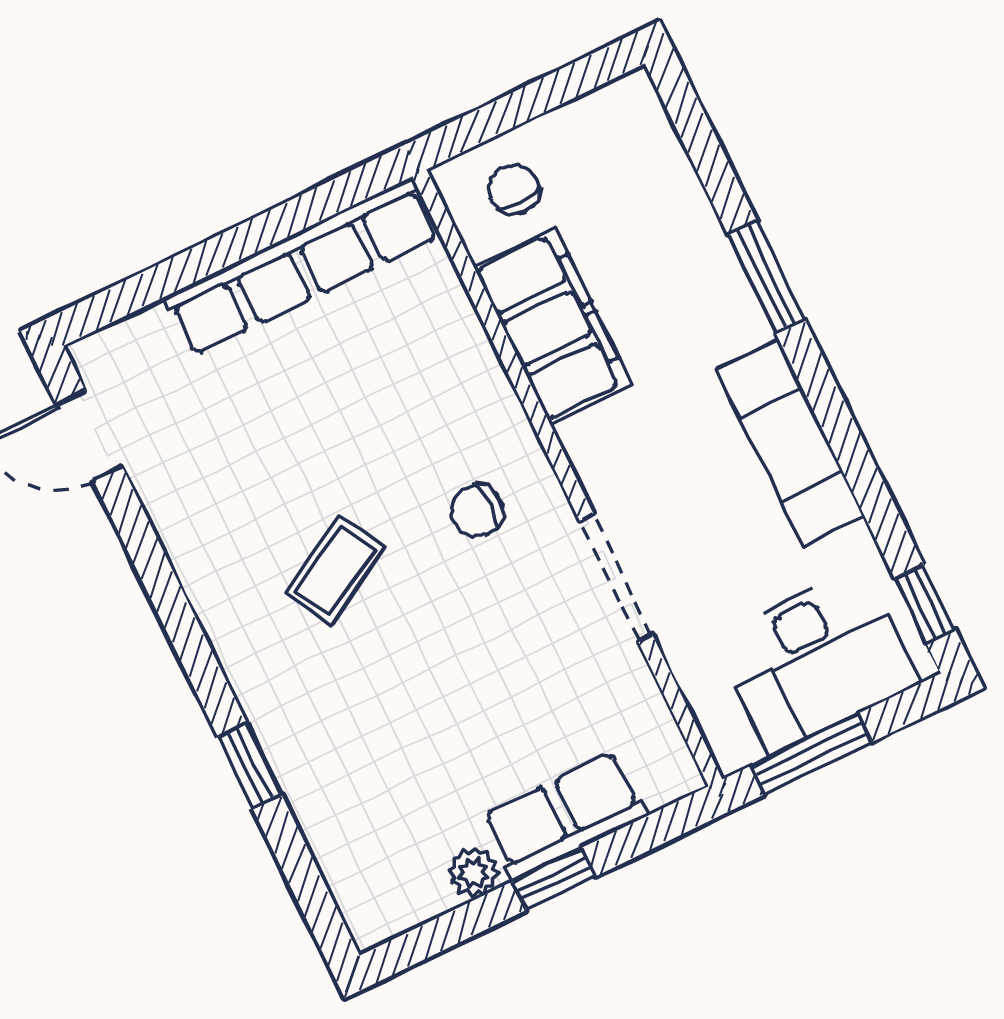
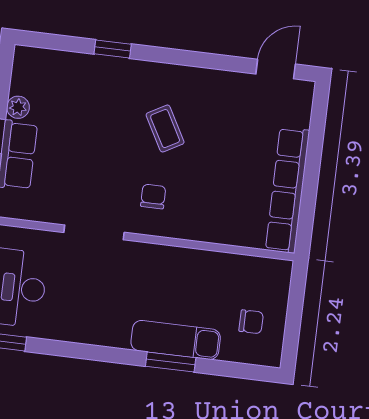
chair: (514, 190) -> (251, 322), moved
filing cabinet: (552, 326) -> (204, 270), removed
exam couch: (791, 443) -> (176, 340), moved

